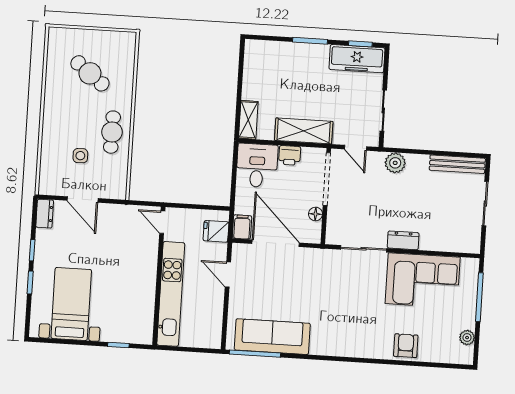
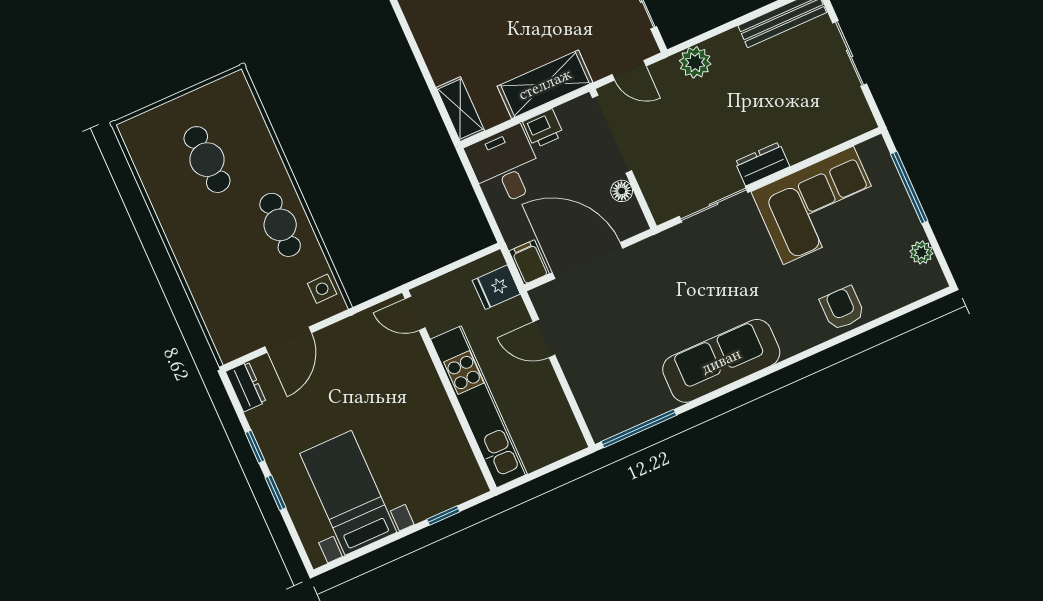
cafe table: (90, 73) -> (207, 160), turned 49
side table: (80, 156) -> (322, 289), moved
door: (83, 199) -> (288, 340), hinge flipped
sofa: (272, 337) -> (721, 361), moved

